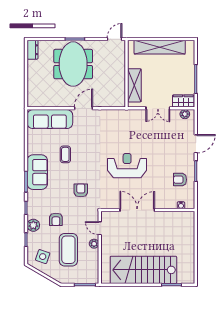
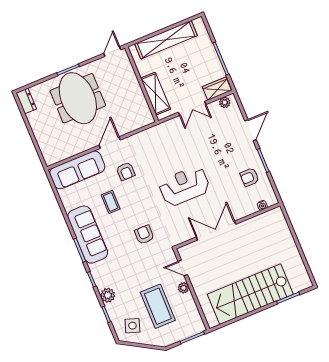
sofa: (37, 172) -> (88, 235), width x1.36
armchair: (56, 219) -> (126, 171), moved

